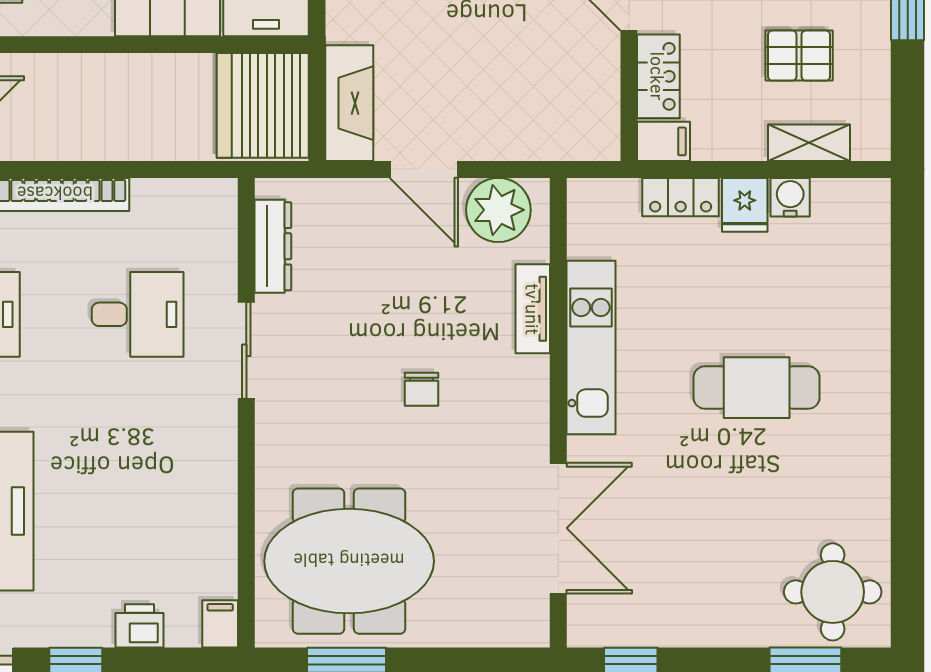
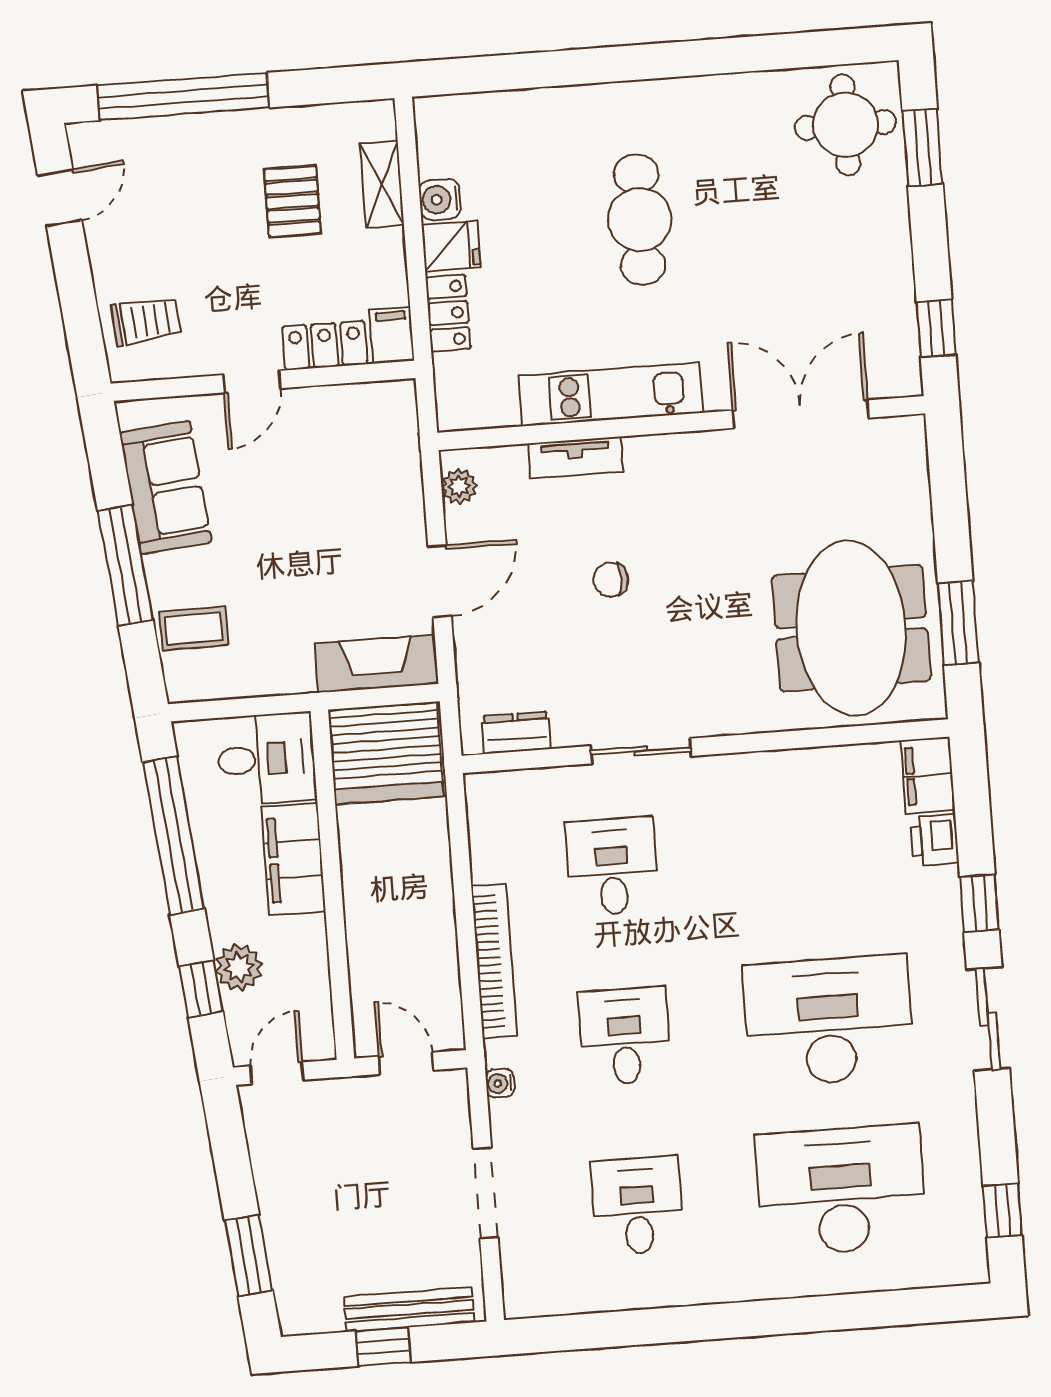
plant: (498, 210) -> (459, 486), width x0.53, depth x0.53
dresser: (273, 246) -> (516, 733), width x0.70
chair: (422, 389) -> (611, 580), moved, turned 180
filing cabinet: (220, 624) -> (928, 775), width x2.00

